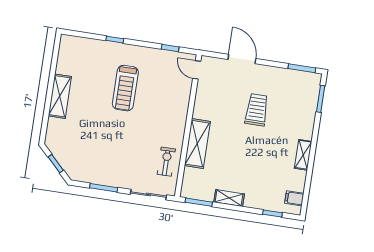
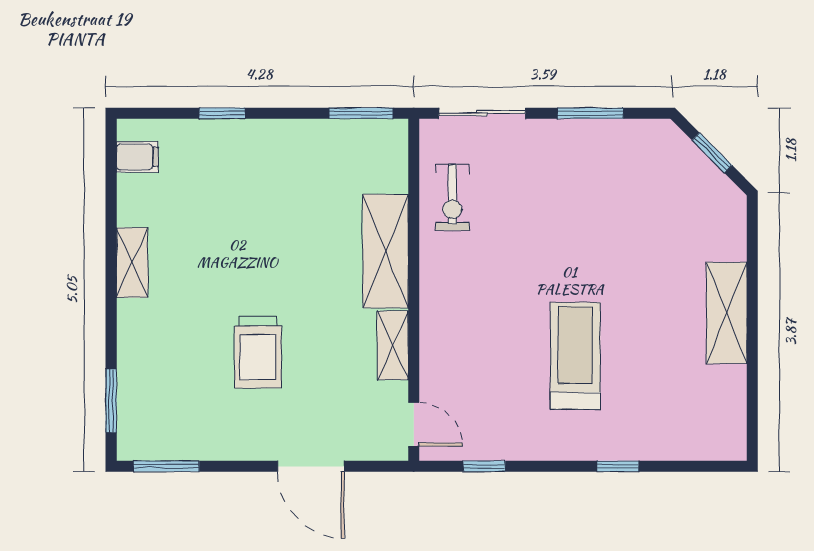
shelving: (229, 198) -> (393, 345), moved, turned 90
window: (272, 214) -> (222, 113), moved

